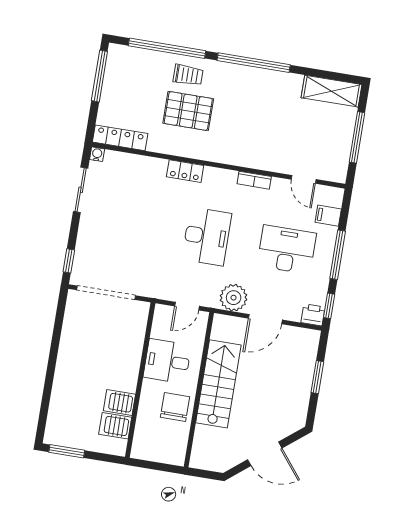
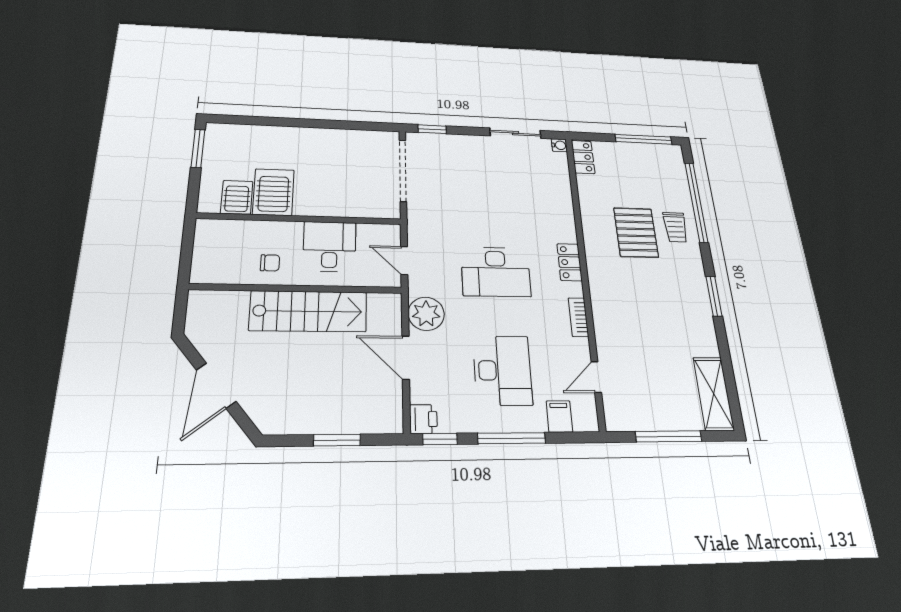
window: (254, 63) -> (714, 296), width x0.47
locker: (120, 138) -> (583, 157), width x0.66
locker: (185, 171) -> (570, 262), moved
server rack: (119, 403) -> (274, 192), width x1.36, depth x1.44
chair: (175, 407) -> (270, 263), width x0.54, depth x0.54

